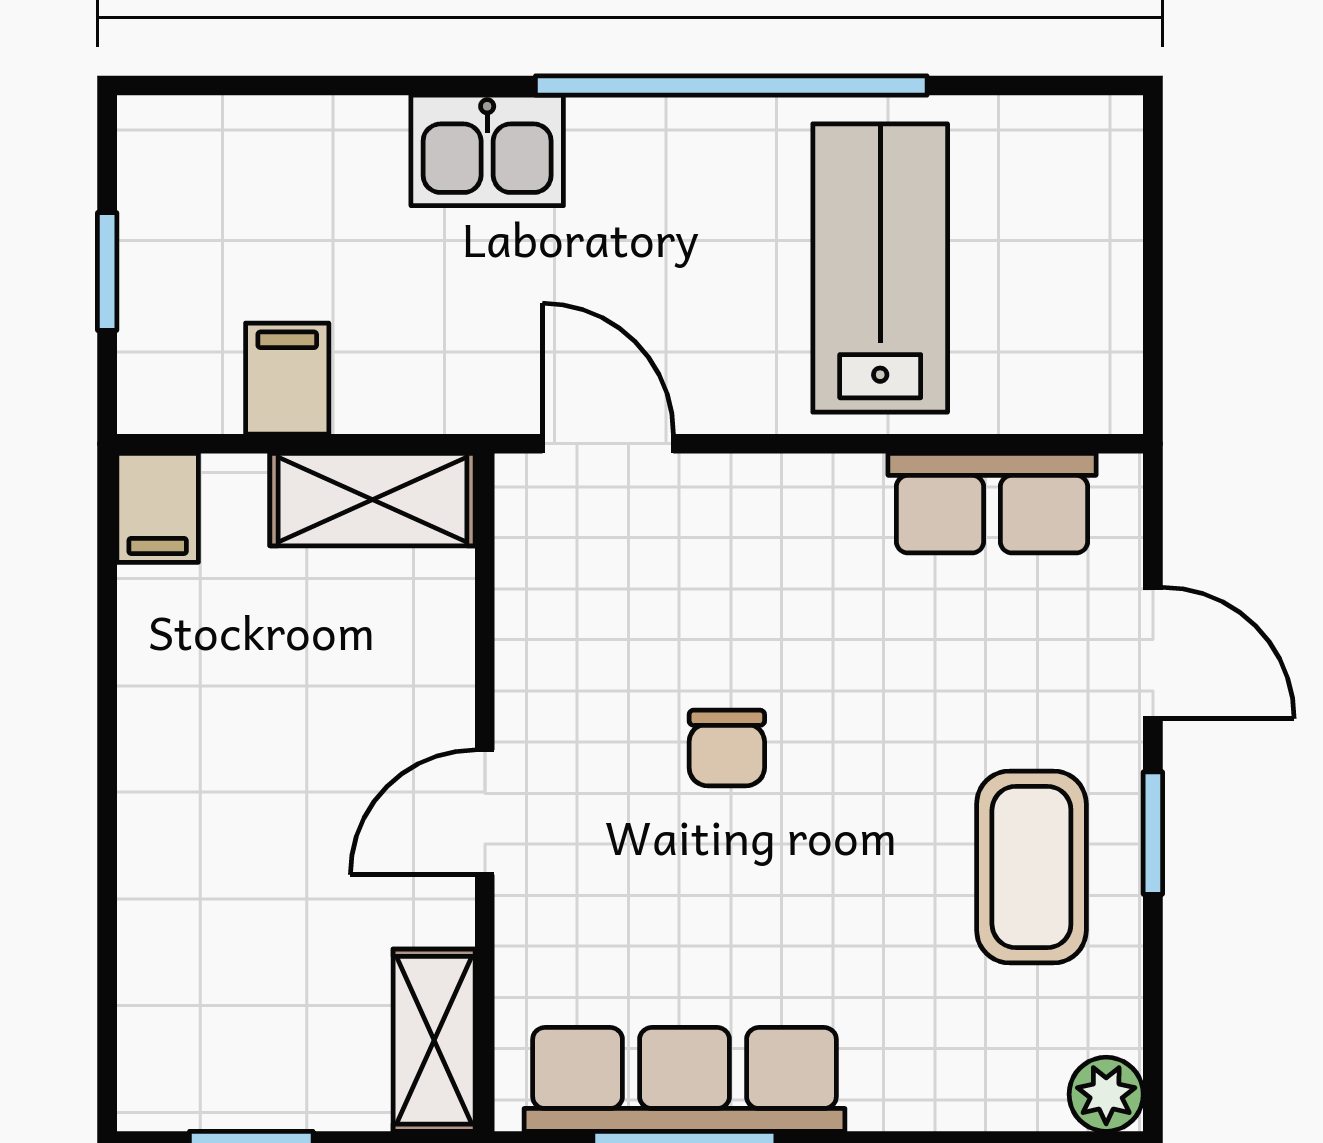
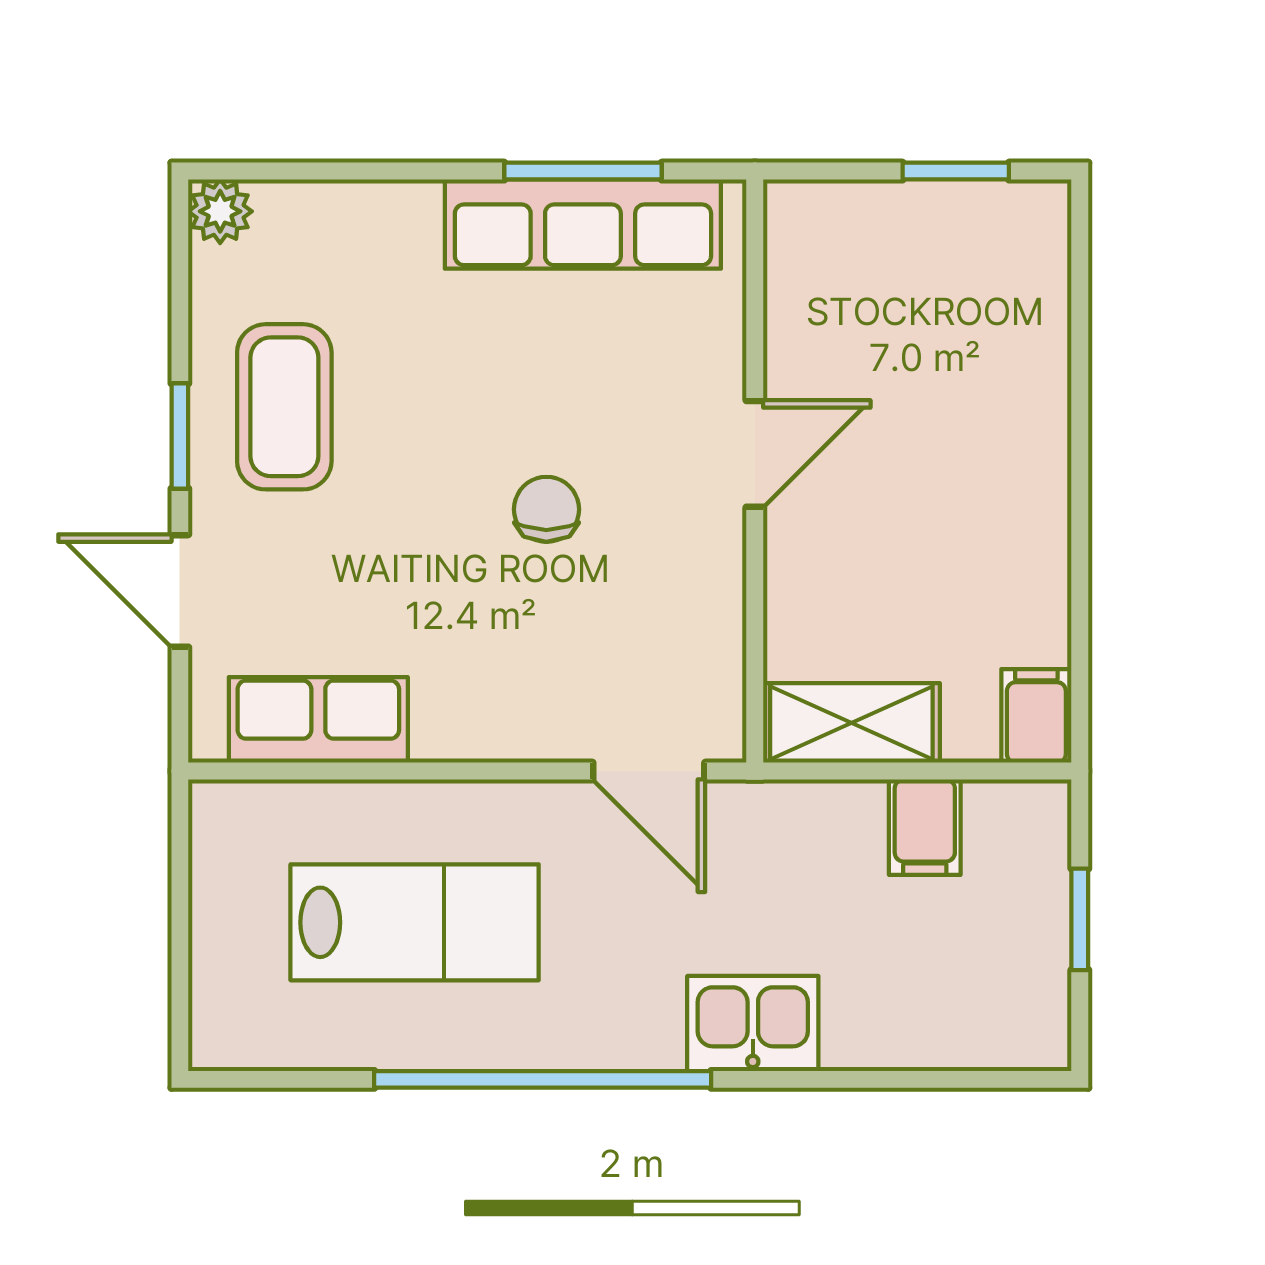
lab bench: (880, 268) -> (415, 922), turned -90
shelving: (434, 1040) -> (798, 258), removed

